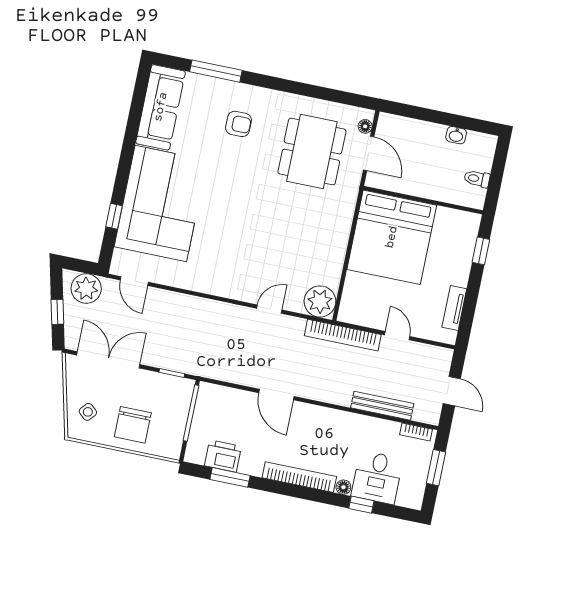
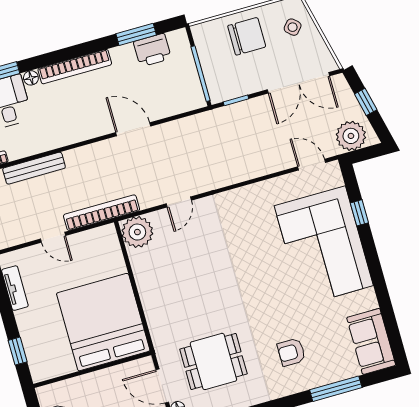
sofa: (161, 107) -> (371, 341), width x0.73
dining table: (312, 152) -> (213, 361), width x0.73
chair: (133, 425) -> (247, 36), turned 90

